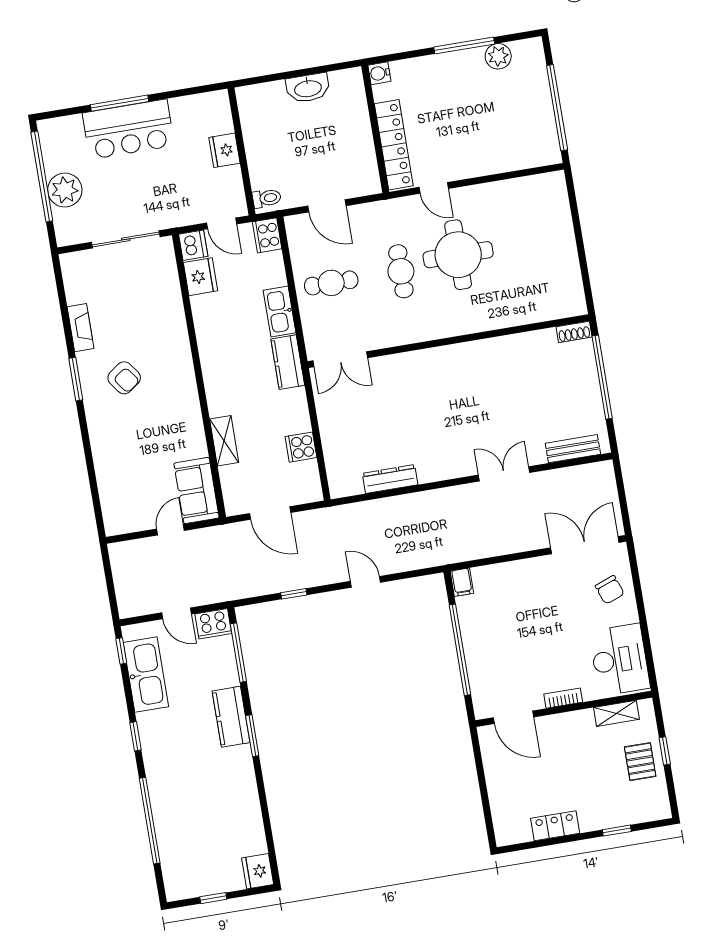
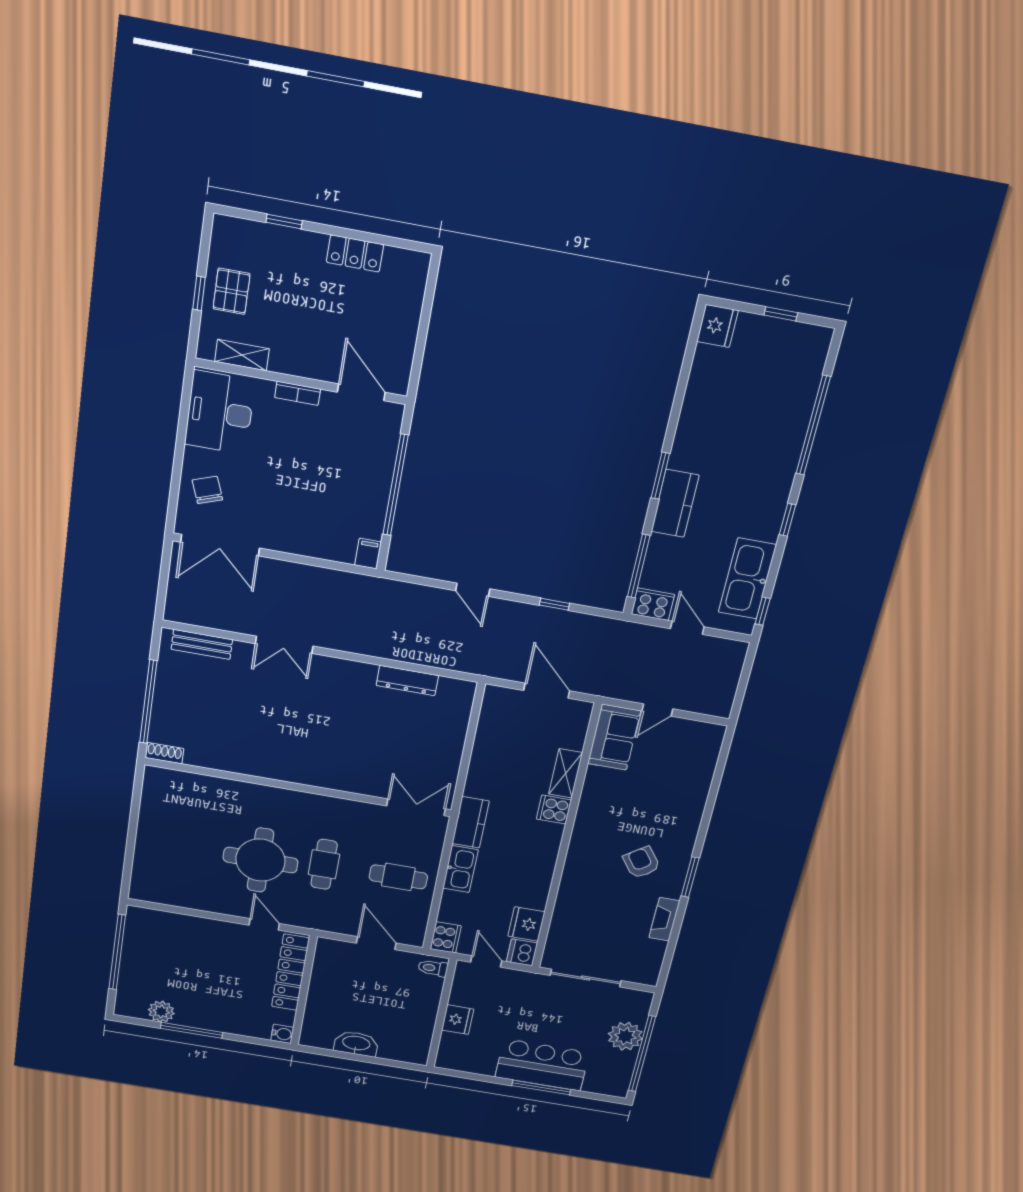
cooker: (301, 447) -> (554, 809), moved, turned 180

